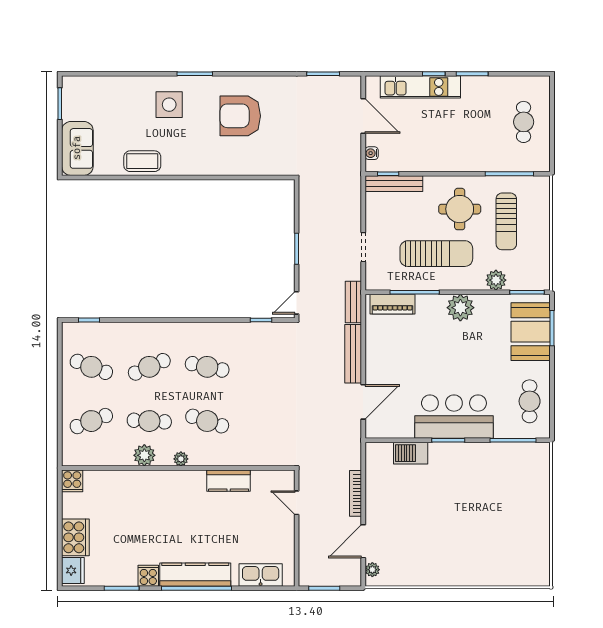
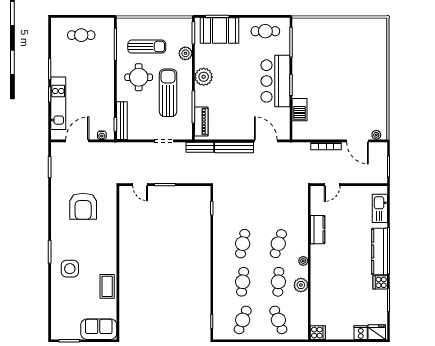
armchair: (240, 116) -> (83, 206), moved
door: (297, 303) -> (140, 185), moved
cafe table: (149, 367) -> (243, 282), turned 30
cooker: (75, 537) -> (361, 333), width x0.53, depth x0.76

